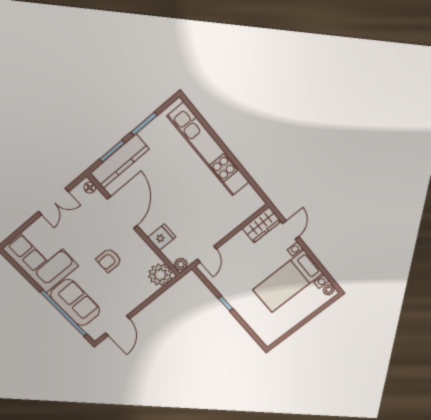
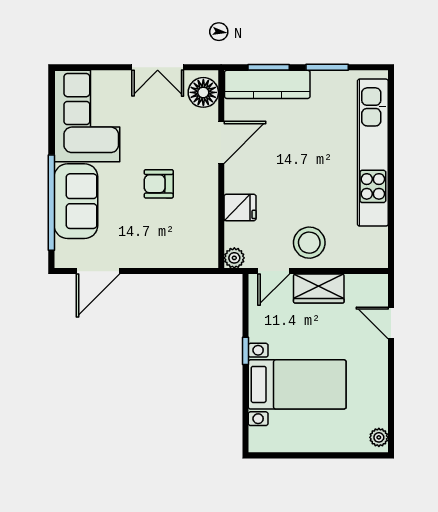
floor lamp: (90, 188) -> (203, 92), width x1.89, depth x1.89
door: (122, 212) -> (221, 142), width x0.73
stool: (214, 225) -> (309, 243), added
wardrobe: (262, 225) -> (319, 289), moved
door: (291, 230) -> (391, 323), swing flipped
plant: (160, 275) -> (201, 250), removed
bed with nightstands: (288, 281) -> (297, 384), moved, turned 180

